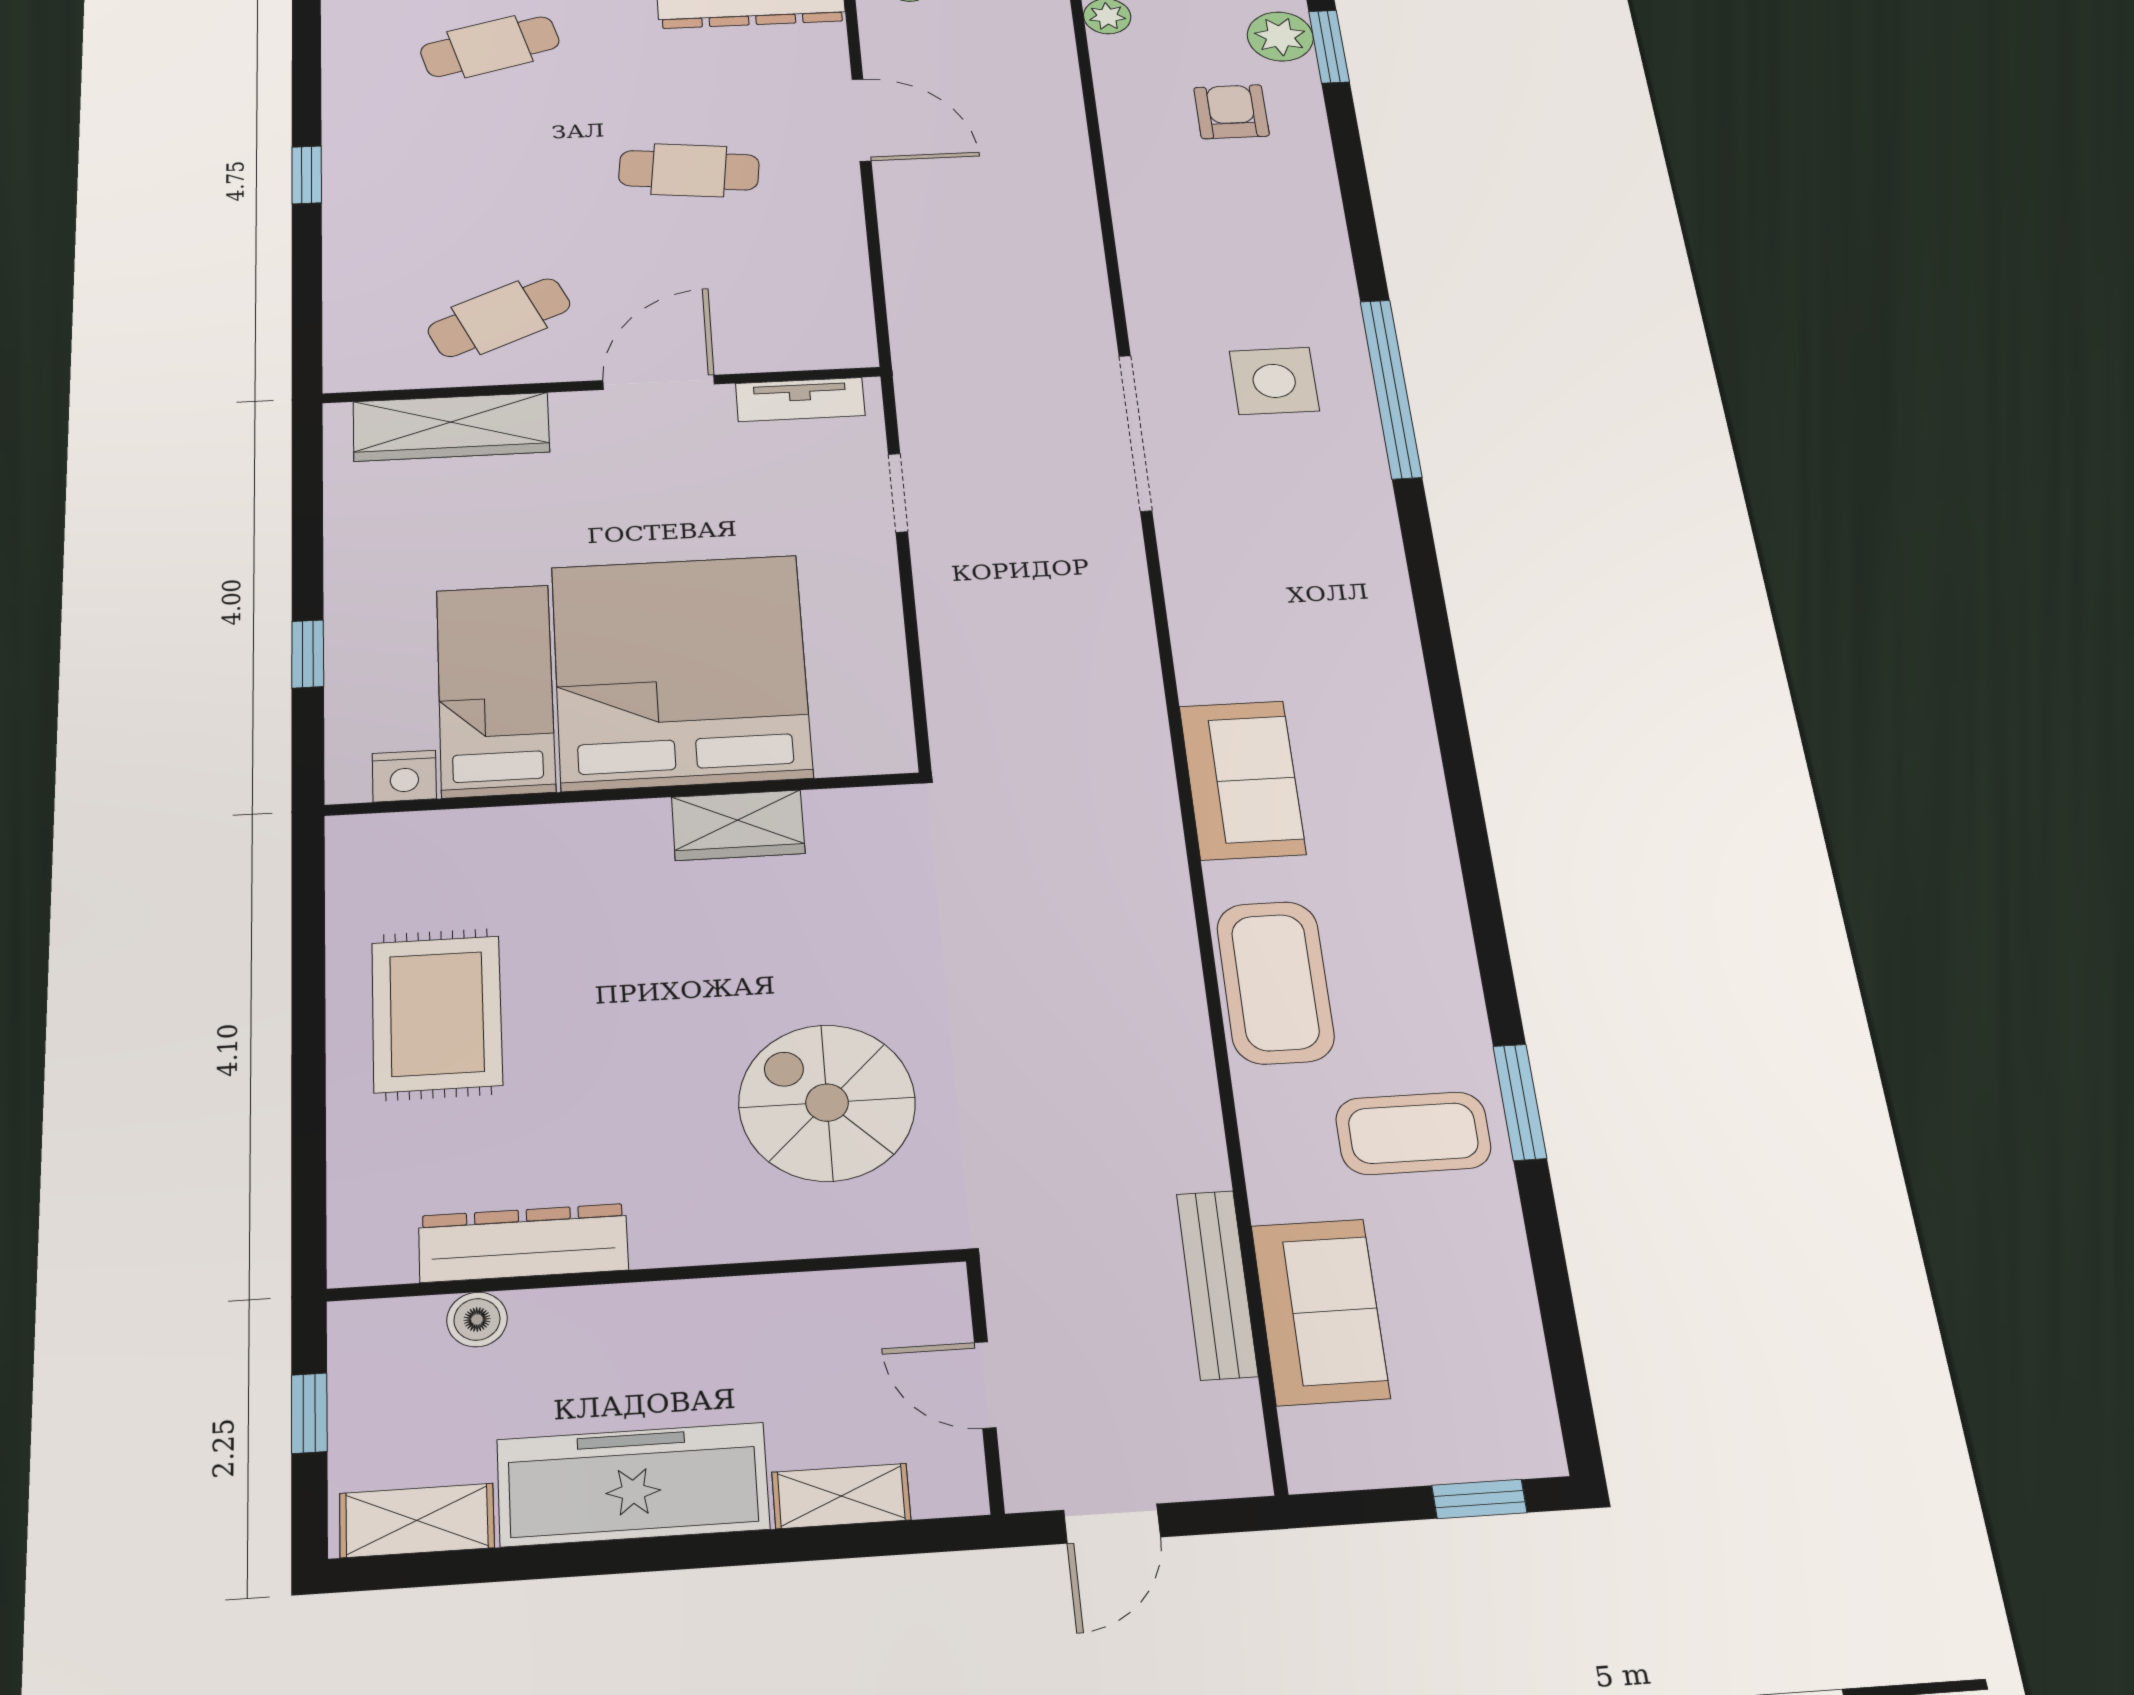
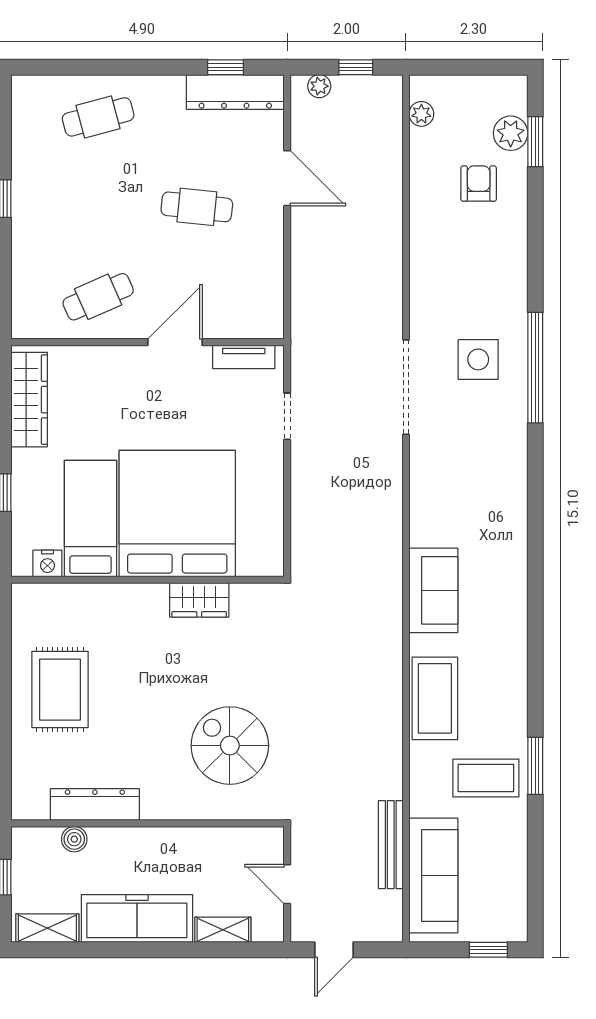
wardrobe: (451, 427) -> (29, 400), moved, turned -90
sofa: (1320, 1312) -> (433, 875), width x1.36

